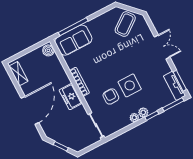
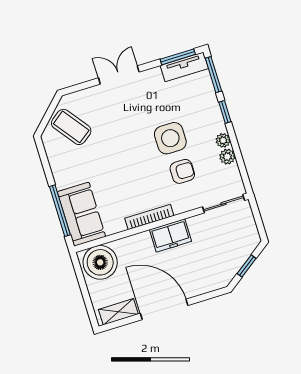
boiler: (48, 50) -> (100, 262), width x1.86, depth x1.86
armchair: (111, 96) -> (182, 171), turned 180
door: (30, 110) -> (164, 309), moved
plant: (143, 113) -> (227, 157), moved

